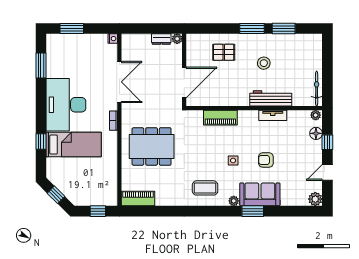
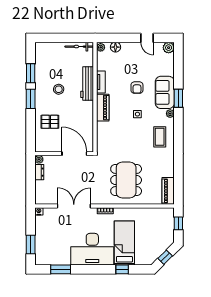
pallet: (224, 52) -> (50, 122), turned 90
piano: (220, 118) -> (103, 108), moved
window: (327, 142) -> (123, 38), removed

